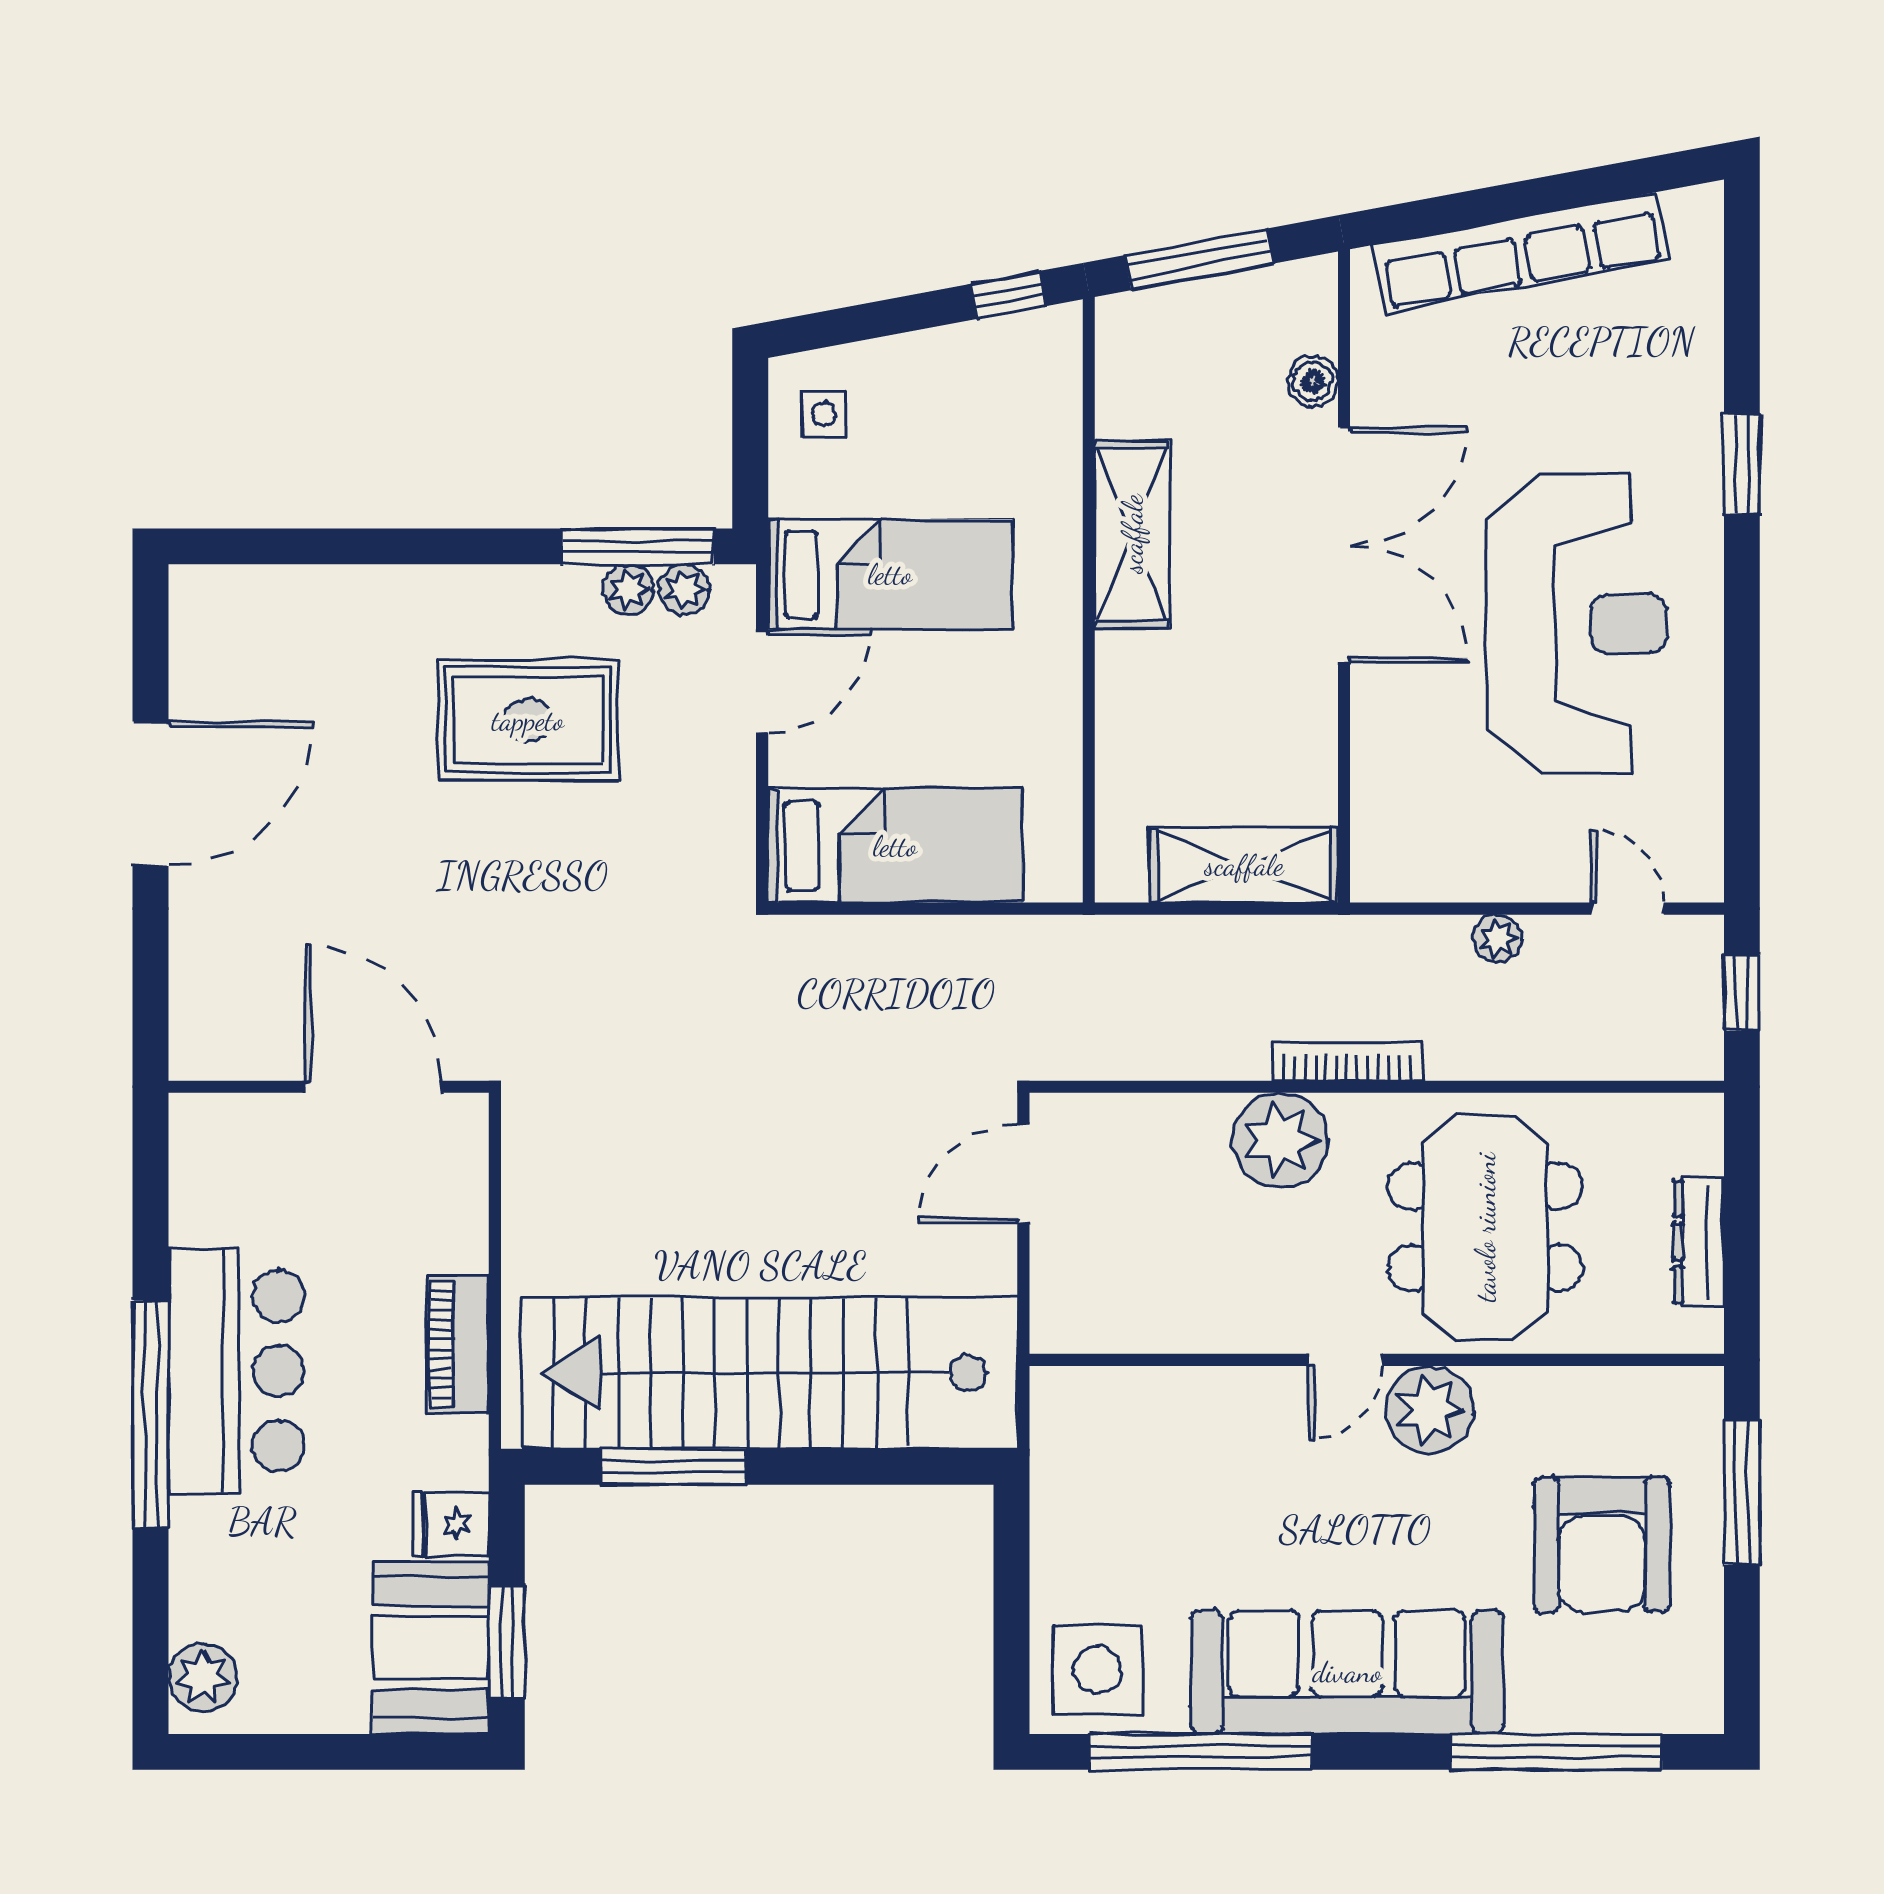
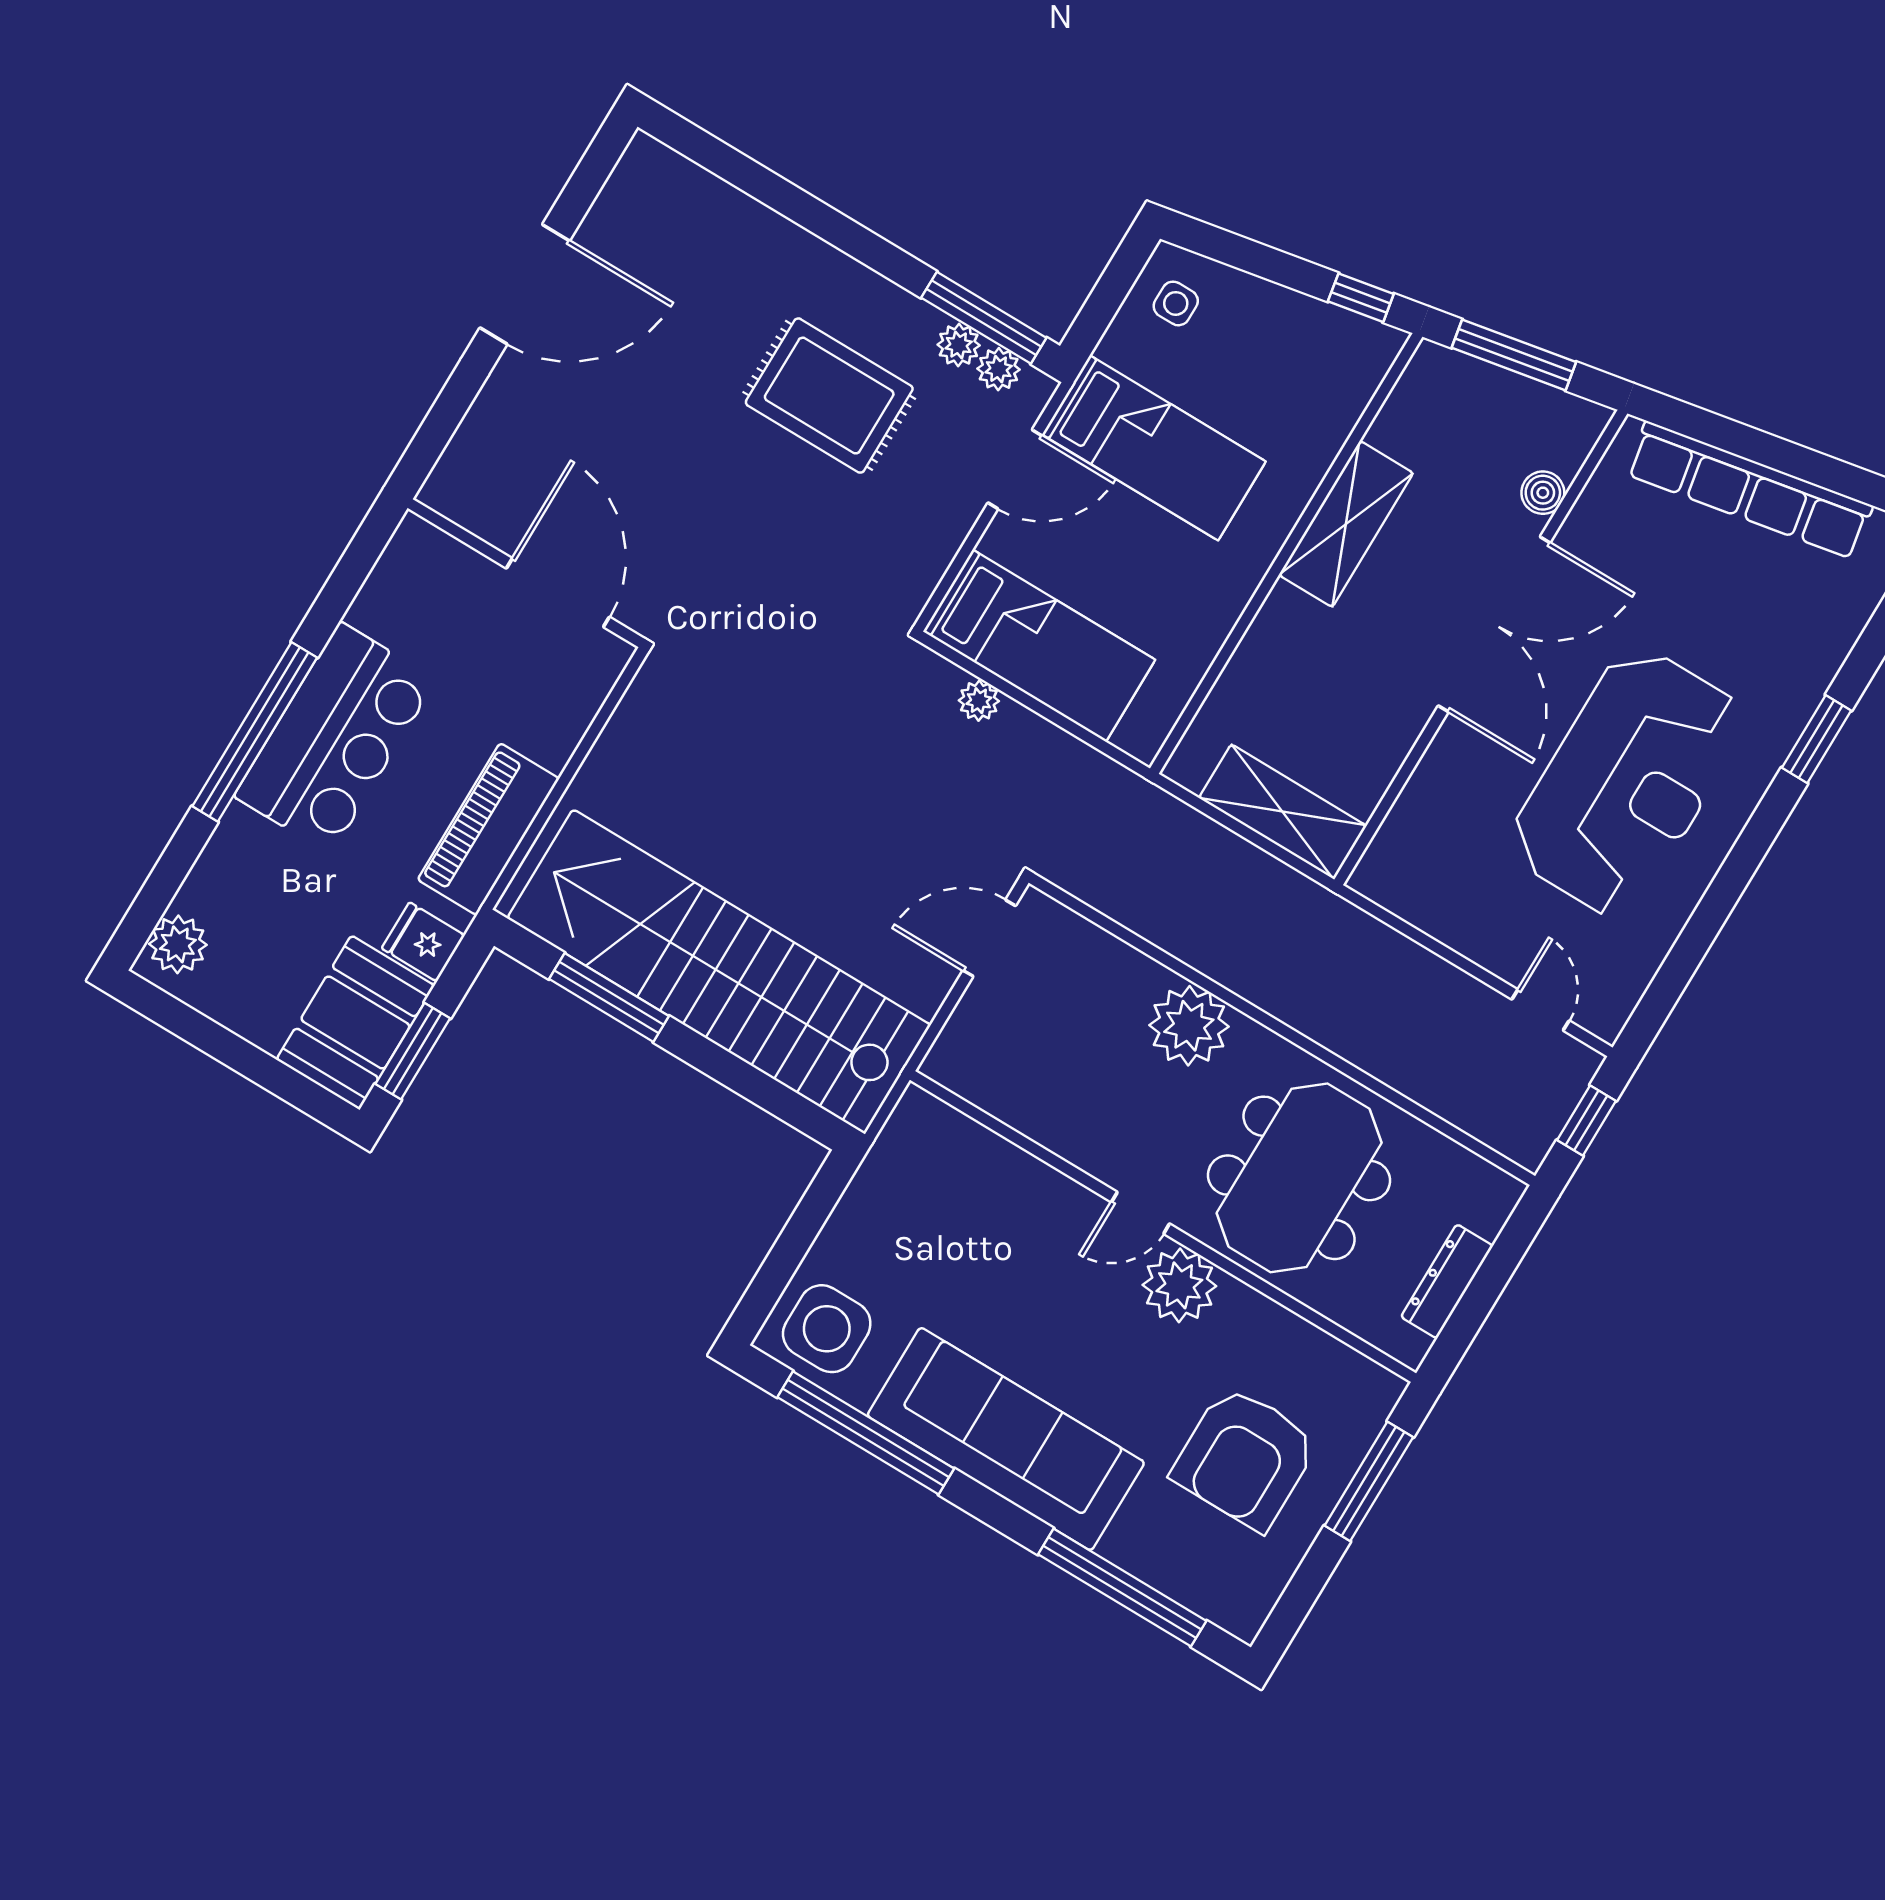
plant: (1498, 939) -> (979, 701), moved
bookcase: (1347, 1061) -> (1271, 998), removed
piano: (458, 1344) -> (488, 829), width x1.37, depth x1.33

